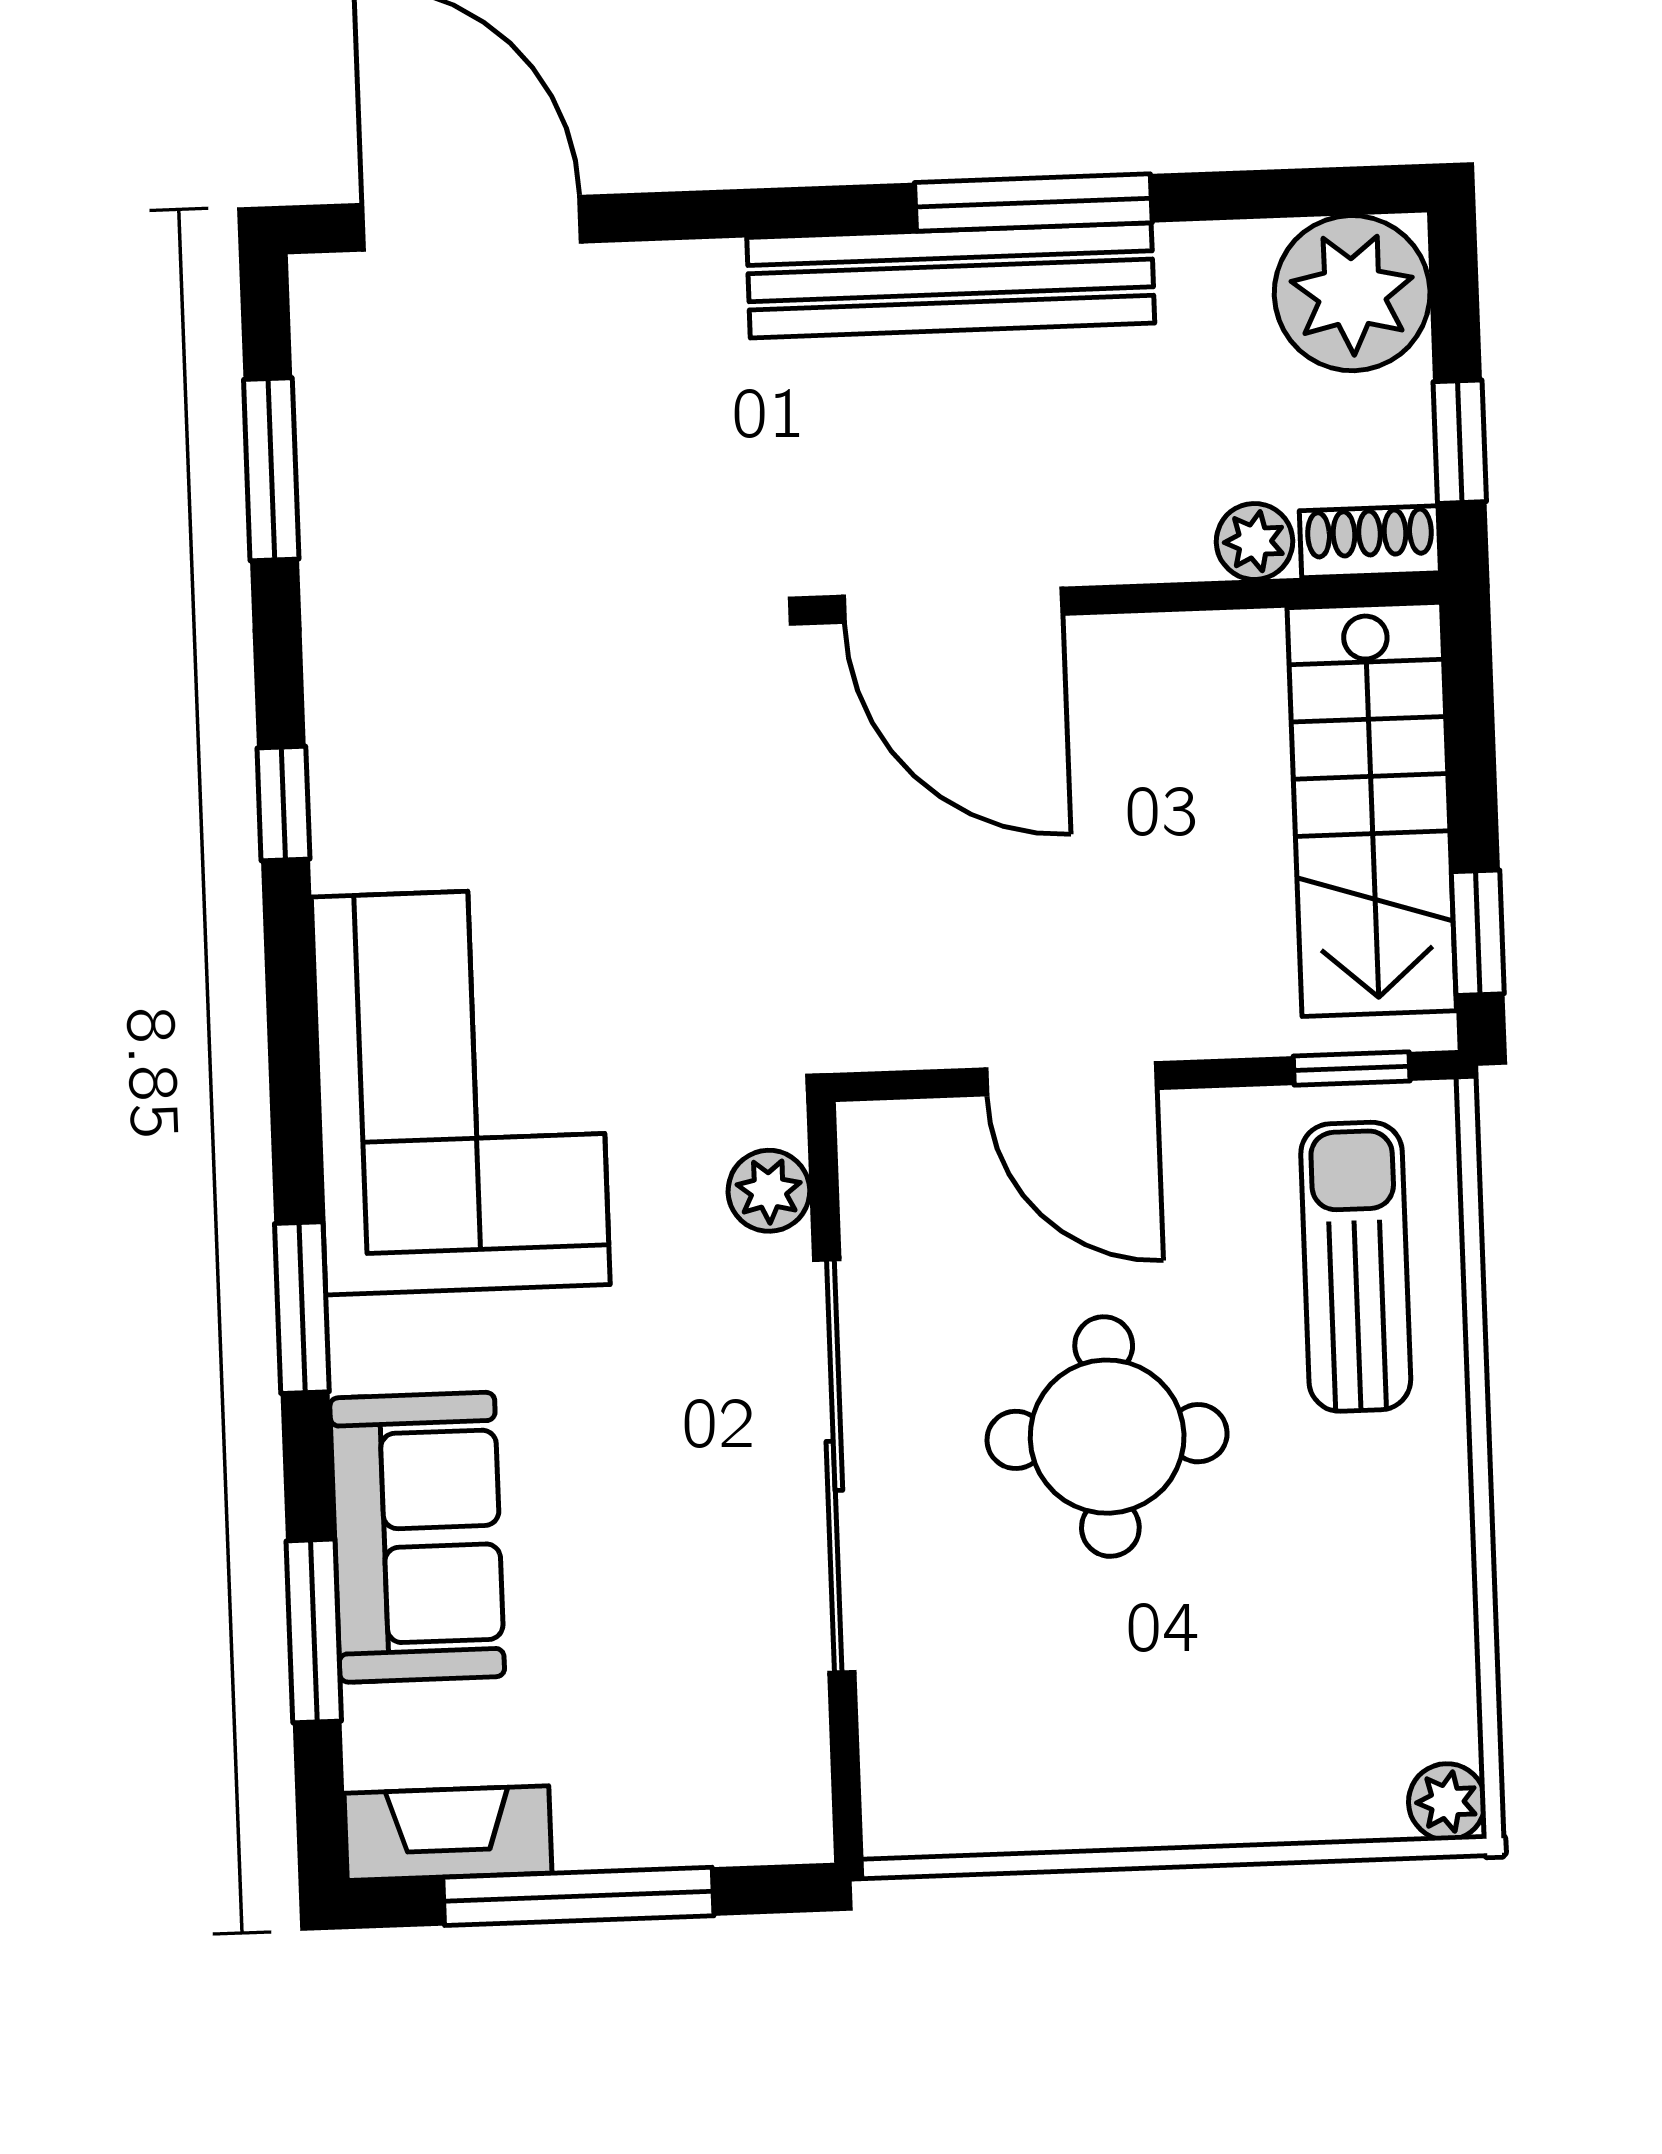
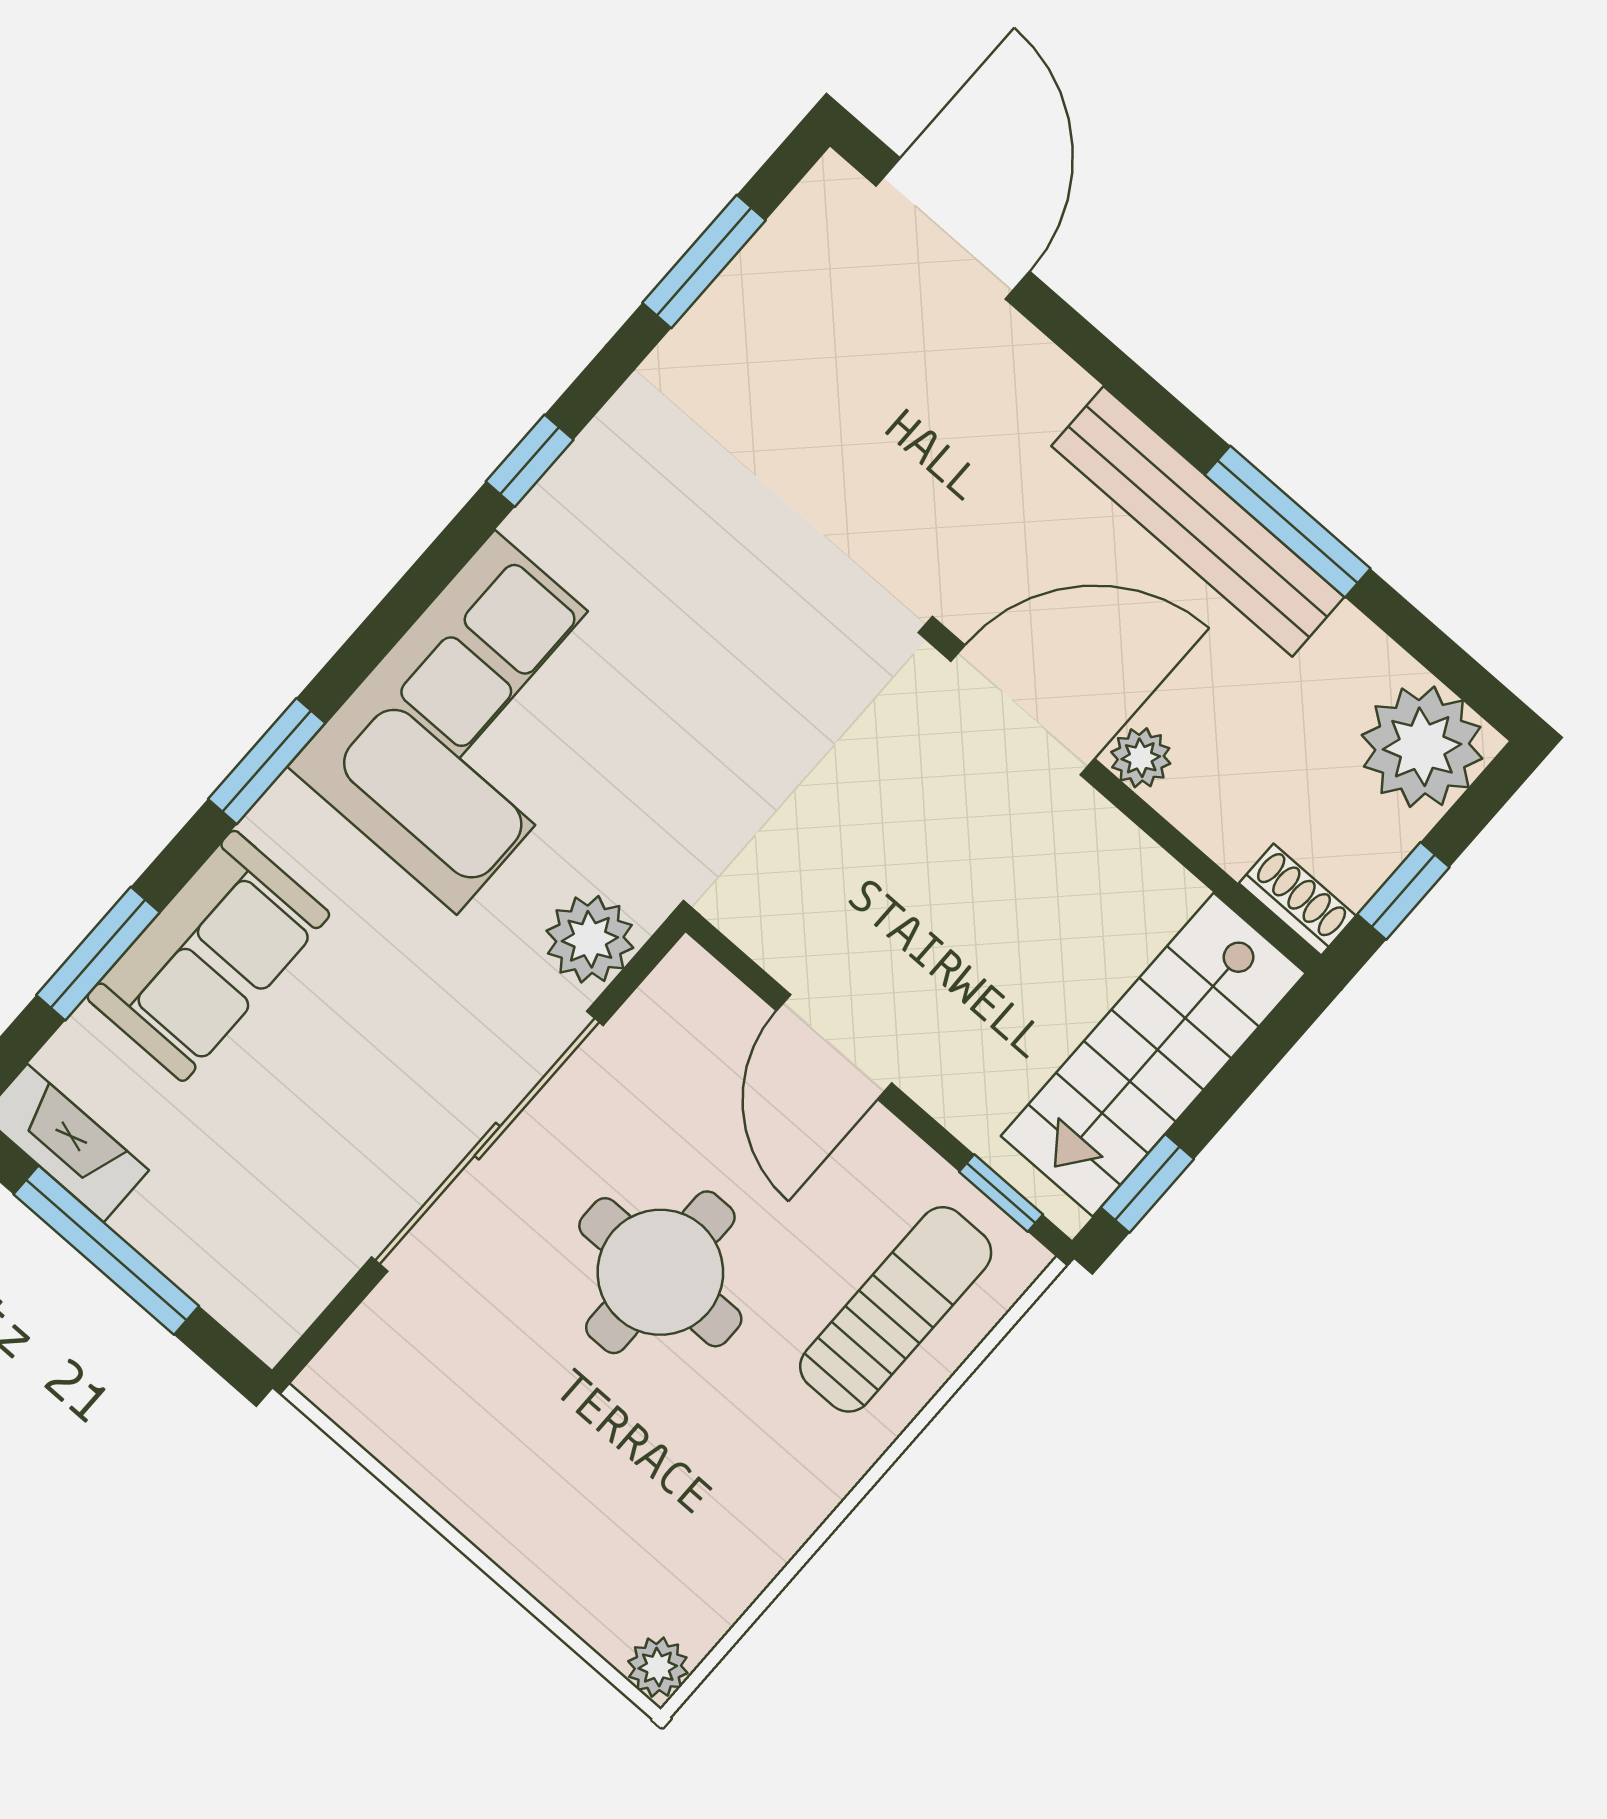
plant: (1255, 541) -> (1141, 758), moved
door: (953, 605) -> (1023, 710), swing flipped
plant: (769, 1191) -> (590, 939), width x1.38, depth x1.38

